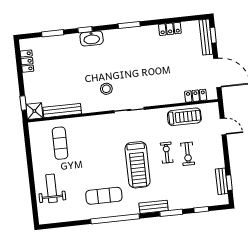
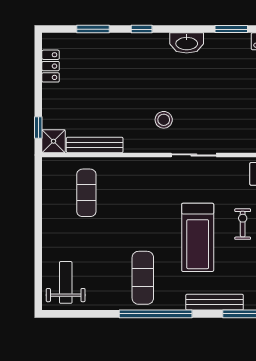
window: (129, 25) -> (231, 29), moved
washbasin: (92, 38) -> (187, 43), moved
weight bench: (51, 188) -> (66, 282), moved
exercise mat: (104, 196) -> (143, 278), turned 90
bench: (154, 207) -> (215, 302), width x1.36

